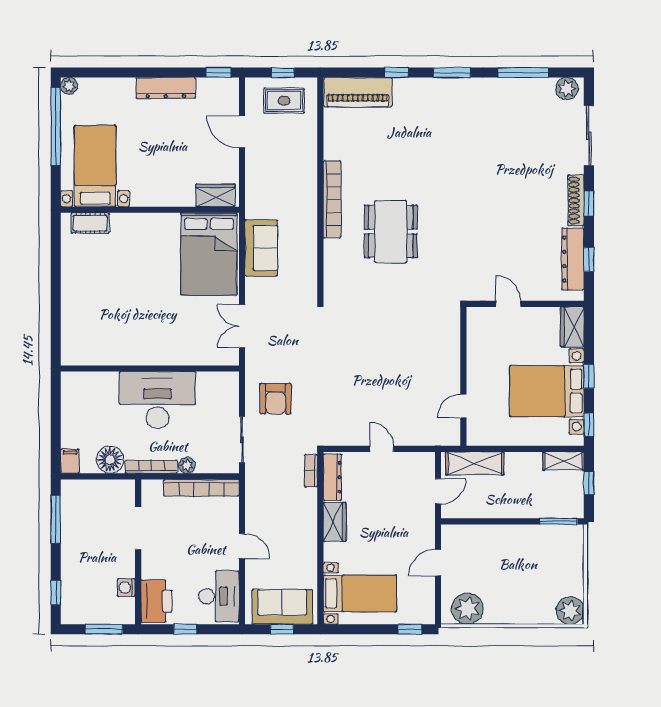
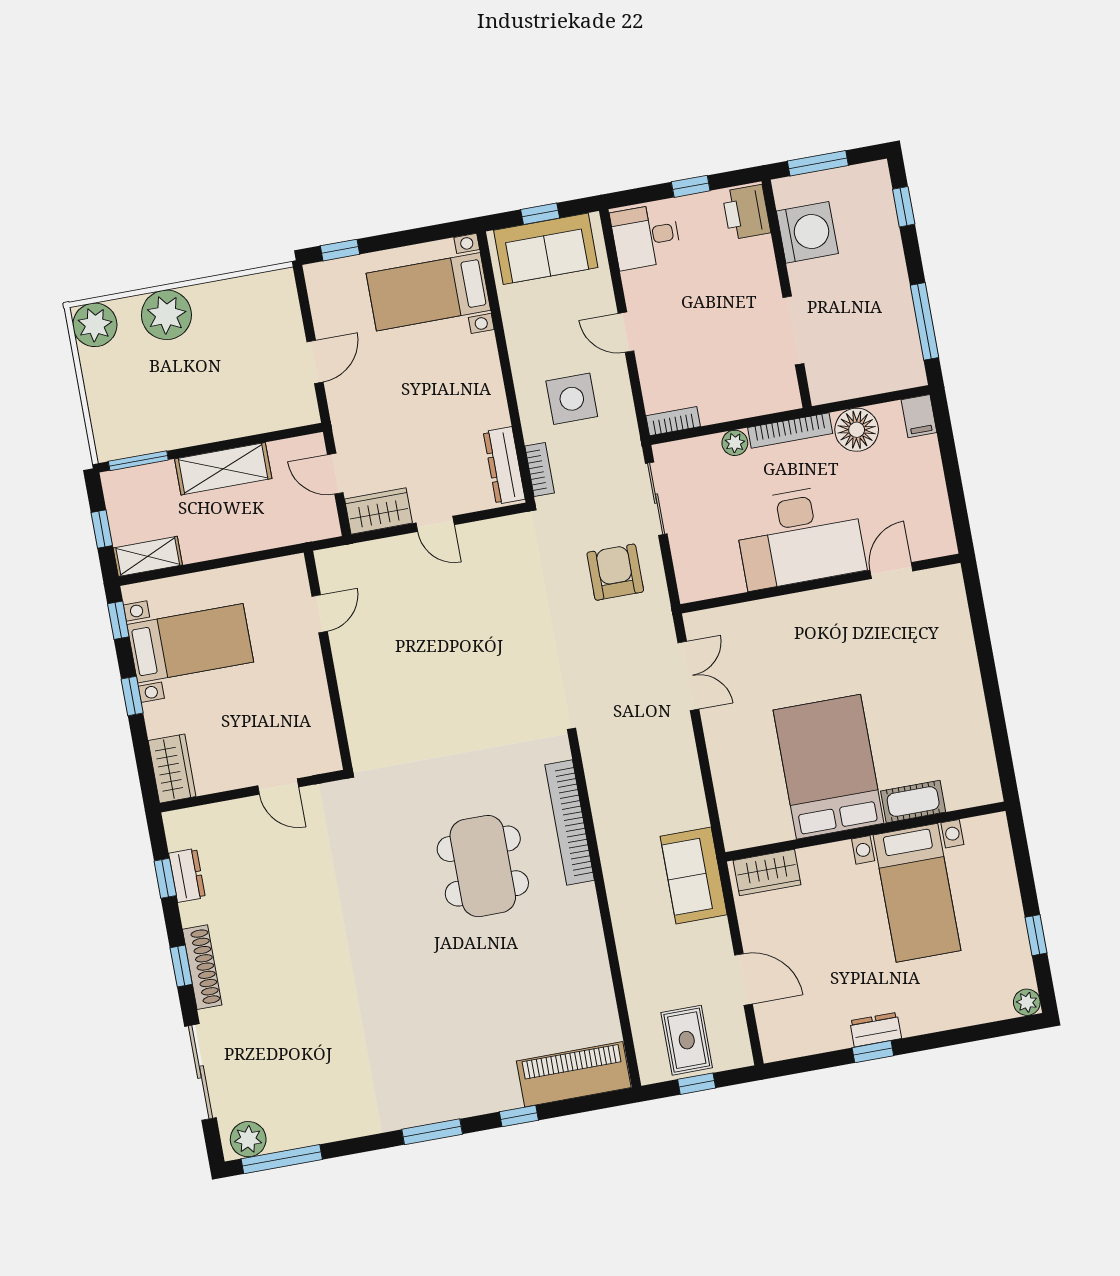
window: (219, 73) -> (873, 1052), moved
window: (523, 73) -> (282, 1159), moved
dresser: (166, 88) -> (876, 1030), width x0.51, depth x0.80
rug: (284, 101) -> (687, 1040), turned 90
window: (56, 126) -> (1036, 935), width x0.32
bed with nightstands: (95, 166) -> (917, 893), moved
bookcase: (332, 199) -> (570, 823), moved
cot: (90, 223) -> (913, 802), moved
sofa: (261, 248) -> (694, 876), moved
bed: (209, 254) -> (829, 767), moved
dresser: (573, 259) -> (187, 875), width x0.51, depth x0.80
door: (104, 369) -> (891, 571), added
bed with nightstands: (547, 391) -> (190, 643), width x0.73
shelving: (475, 463) -> (223, 469), moved
bookcase: (201, 488) -> (673, 421), width x0.43, depth x0.76
door: (438, 491) -> (335, 474), hinge flipped
side table: (283, 511) -> (572, 399), added
wardrobe: (335, 522) -> (378, 511), moved, turned 90
washing machine: (126, 588) -> (807, 232), width x1.89, depth x1.89
desk: (219, 596) -> (646, 236), width x0.73
printer: (156, 601) -> (746, 212), width x0.73, depth x0.84
plant: (467, 609) -> (166, 315), moved

